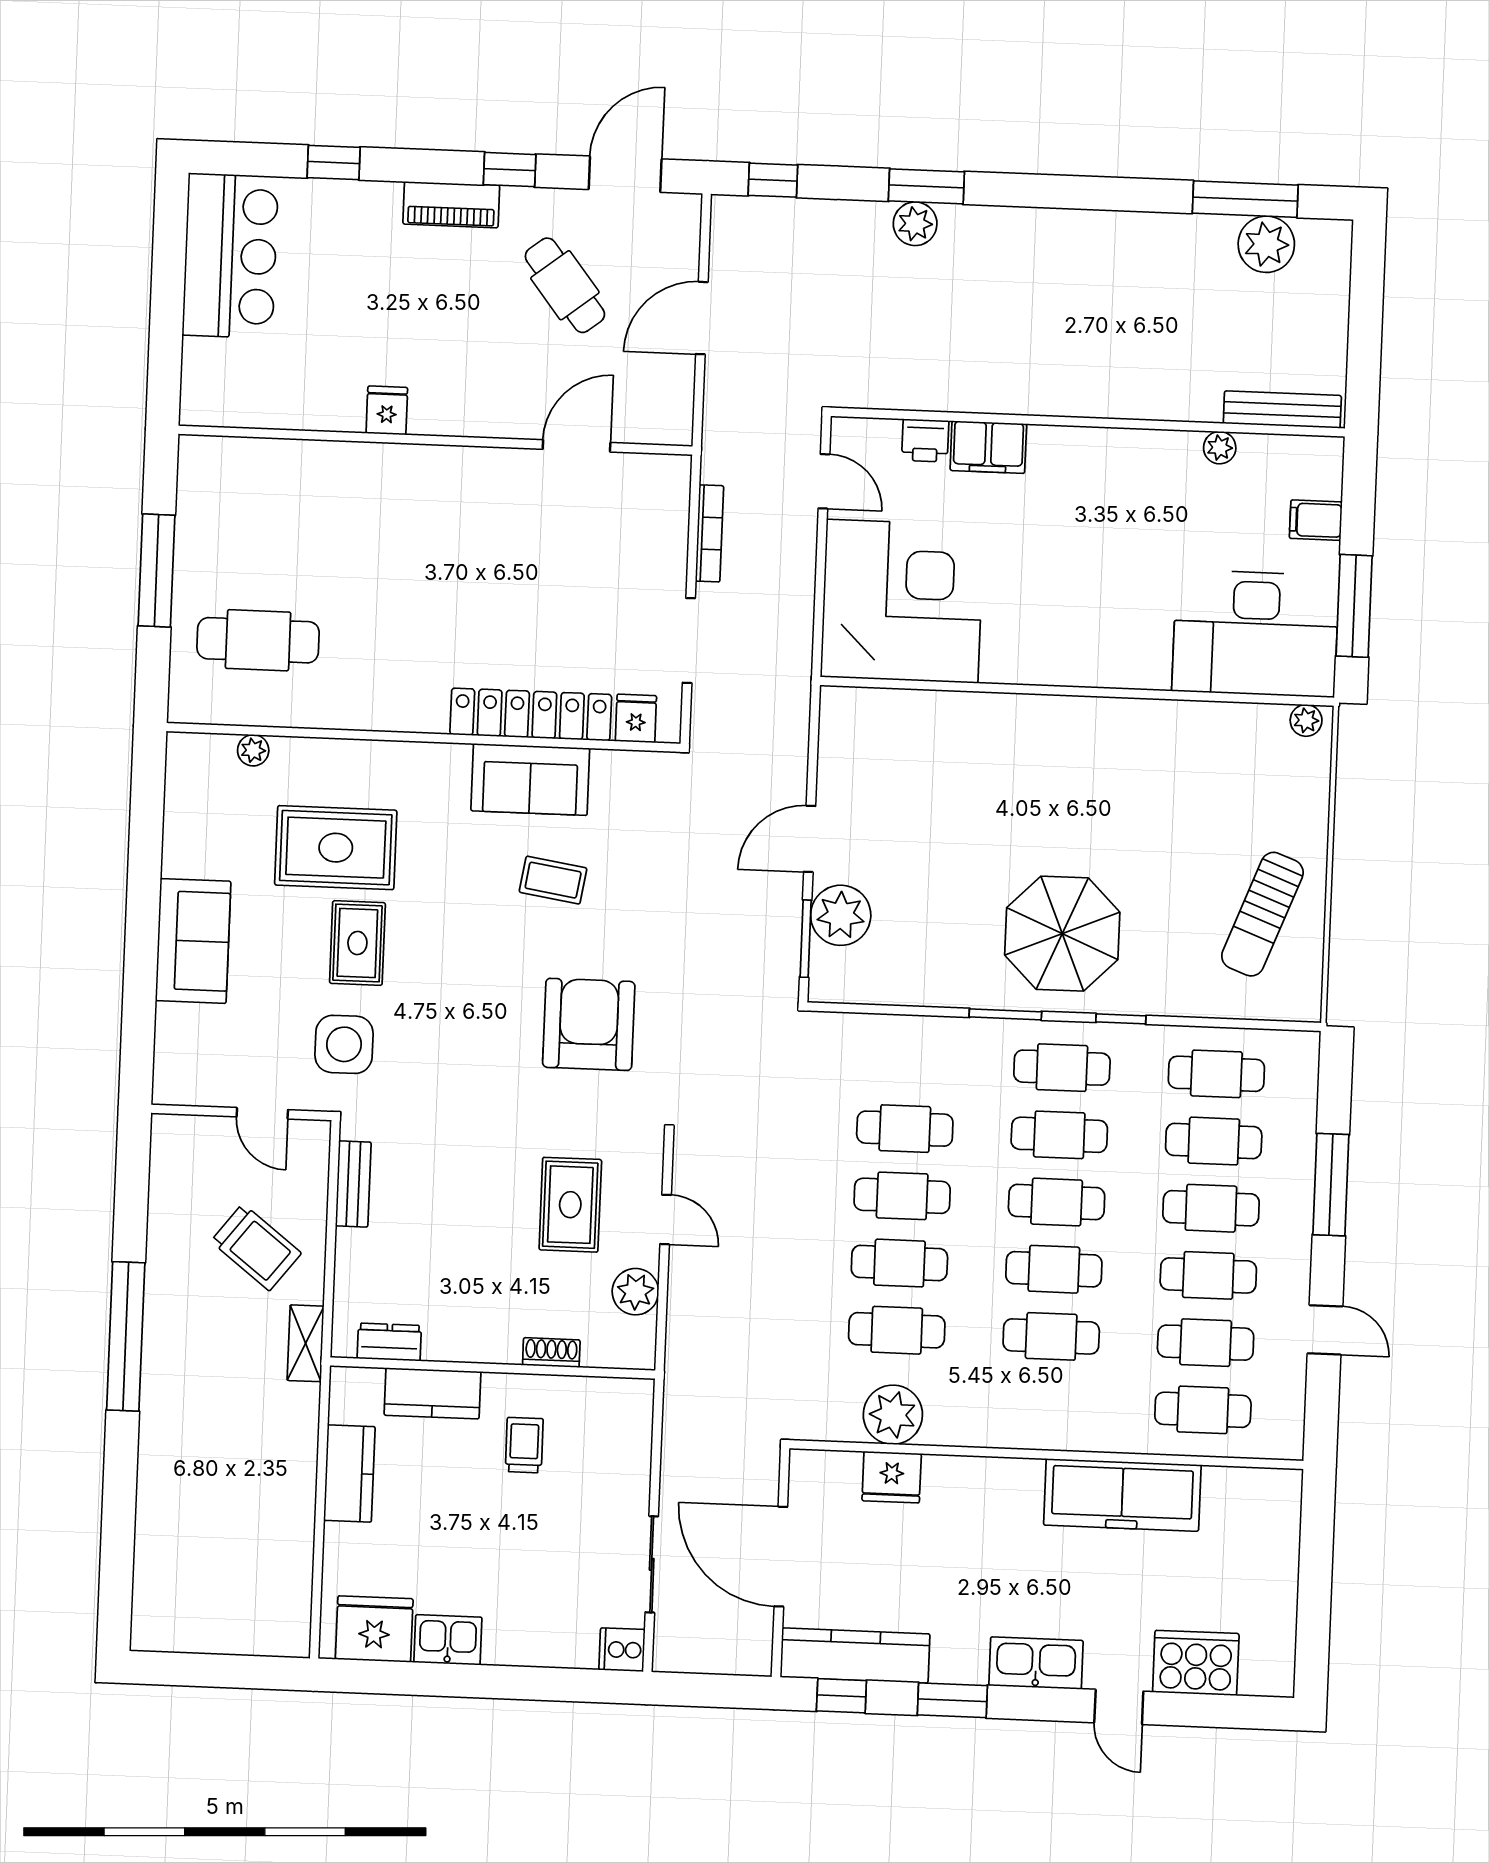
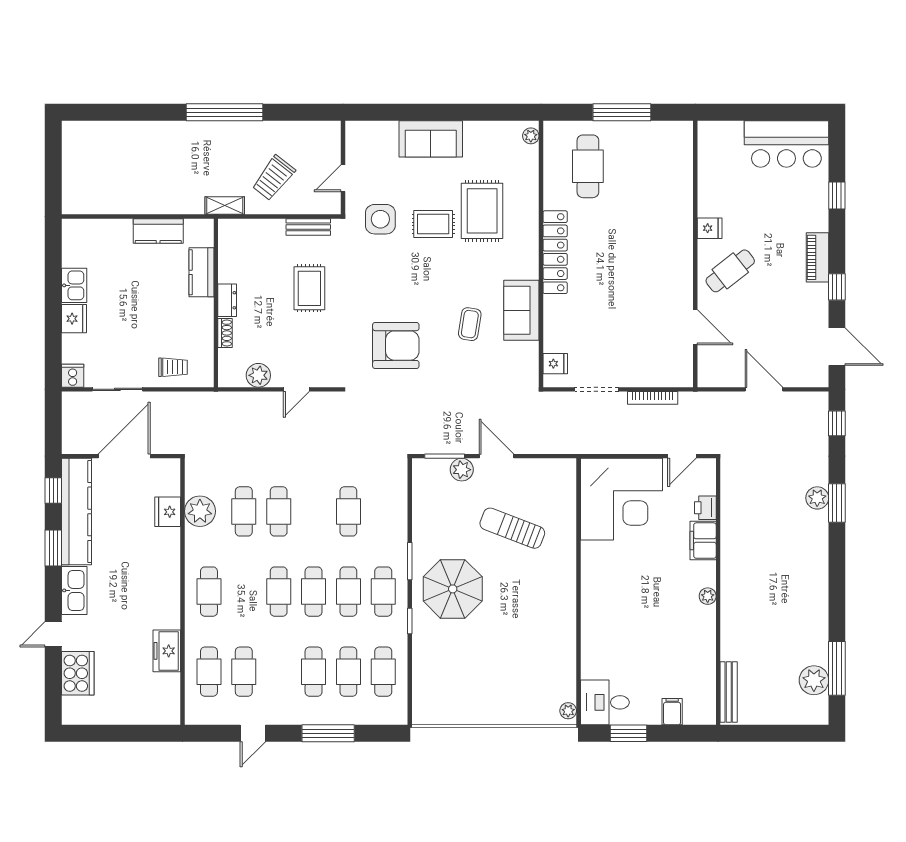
cafe table: (565, 285) -> (730, 271), moved
plant: (1220, 448) -> (708, 596), moved
window: (1354, 606) -> (628, 733), width x0.69
desk: (1255, 633) -> (605, 702), width x0.53, depth x0.77
locker: (531, 714) -> (555, 252), moved
plant: (253, 750) -> (531, 136), moved
sun lounger: (1262, 914) -> (512, 528), moved
plant: (841, 915) -> (462, 470), width x0.73, depth x0.73
cafe table: (902, 1196) -> (314, 511), removed
rug: (570, 1205) -> (309, 288), moved, turned 90
cafe table: (1208, 1275) -> (279, 672), removed
cafe table: (1051, 1336) -> (209, 592), moved
dresser: (389, 1342) -> (227, 300), moved
trolley: (524, 1445) -> (173, 367), moved
freezer: (1122, 1495) -> (167, 651), width x0.52, depth x0.79
fridge: (374, 1629) -> (74, 319), moved, width x0.73, depth x0.75
kitchen counter: (855, 1656) -> (77, 511), width x1.39, depth x1.17

